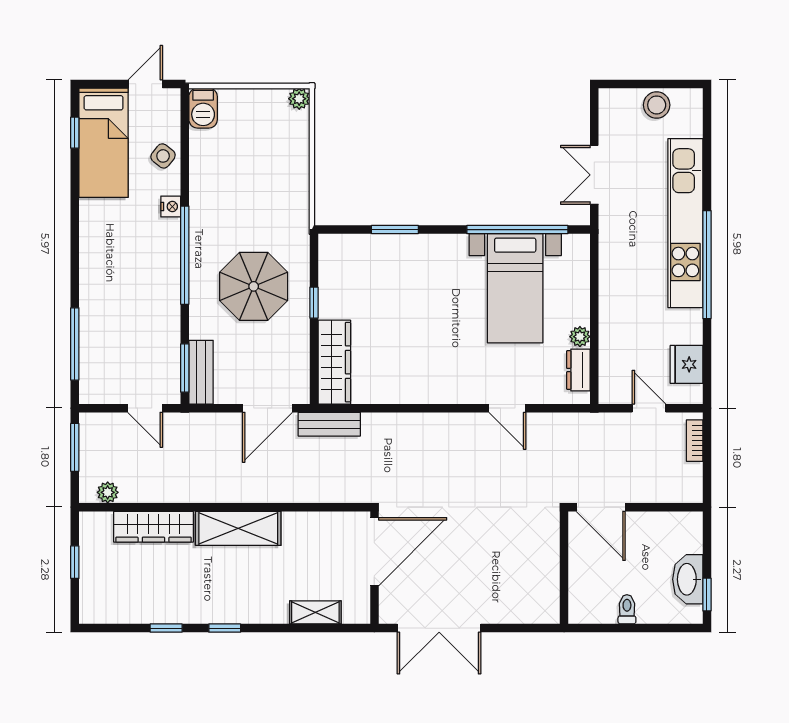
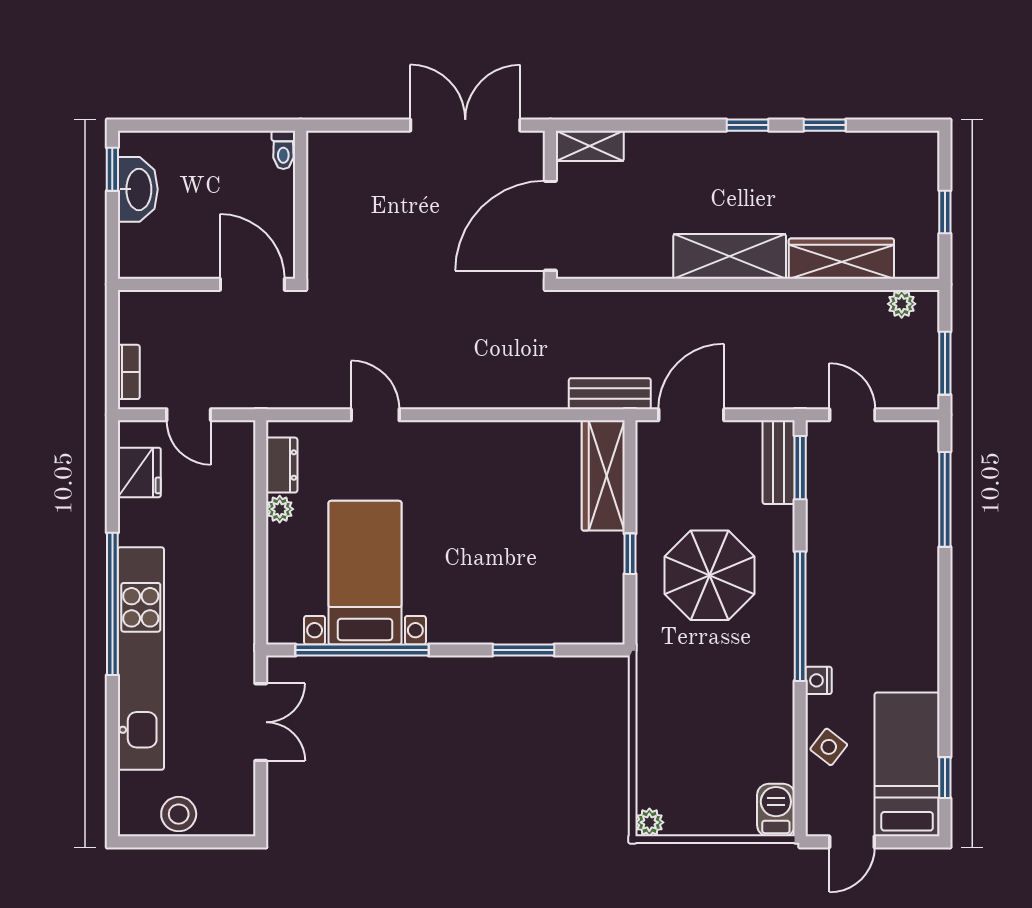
toilet: (627, 609) -> (283, 150), moved
shelving: (315, 612) -> (590, 146), moved

